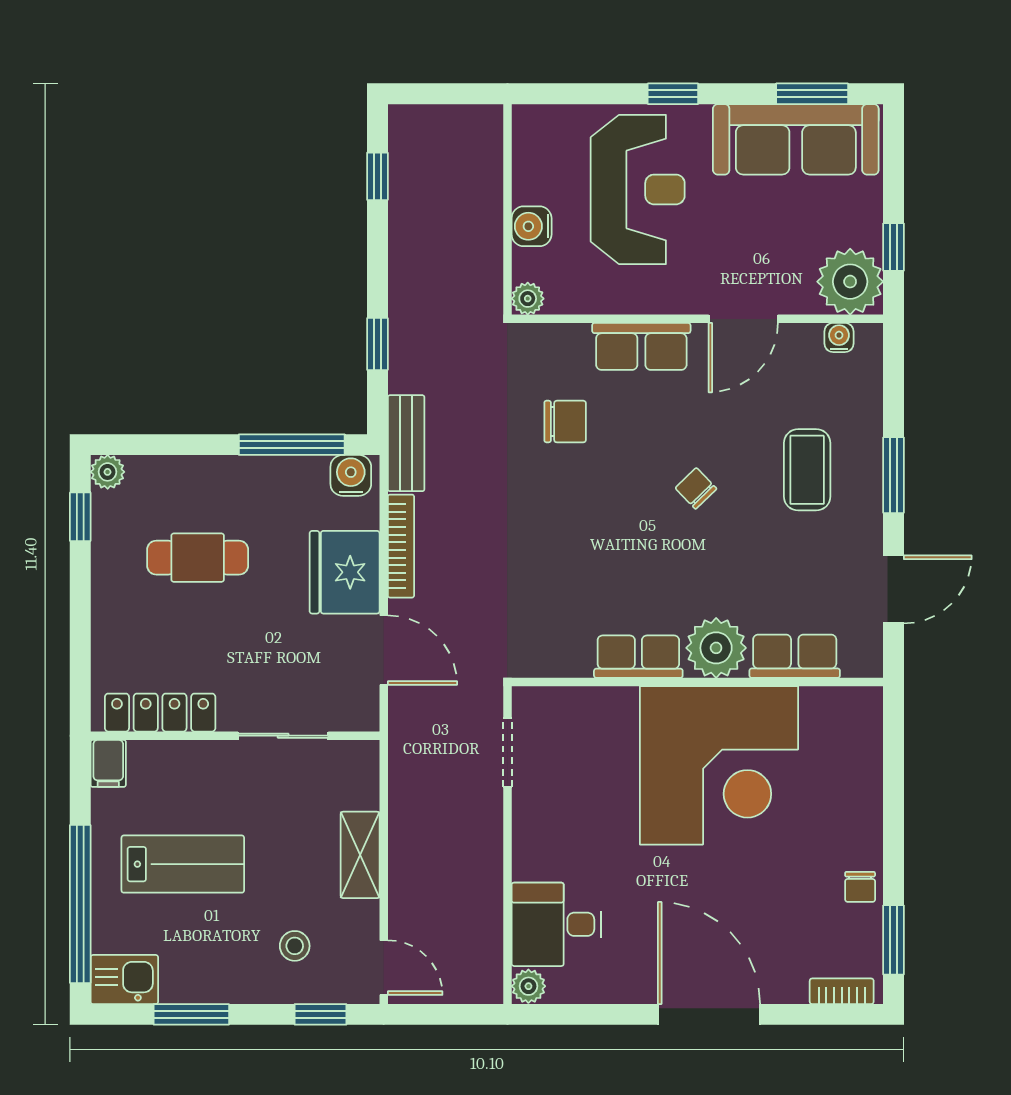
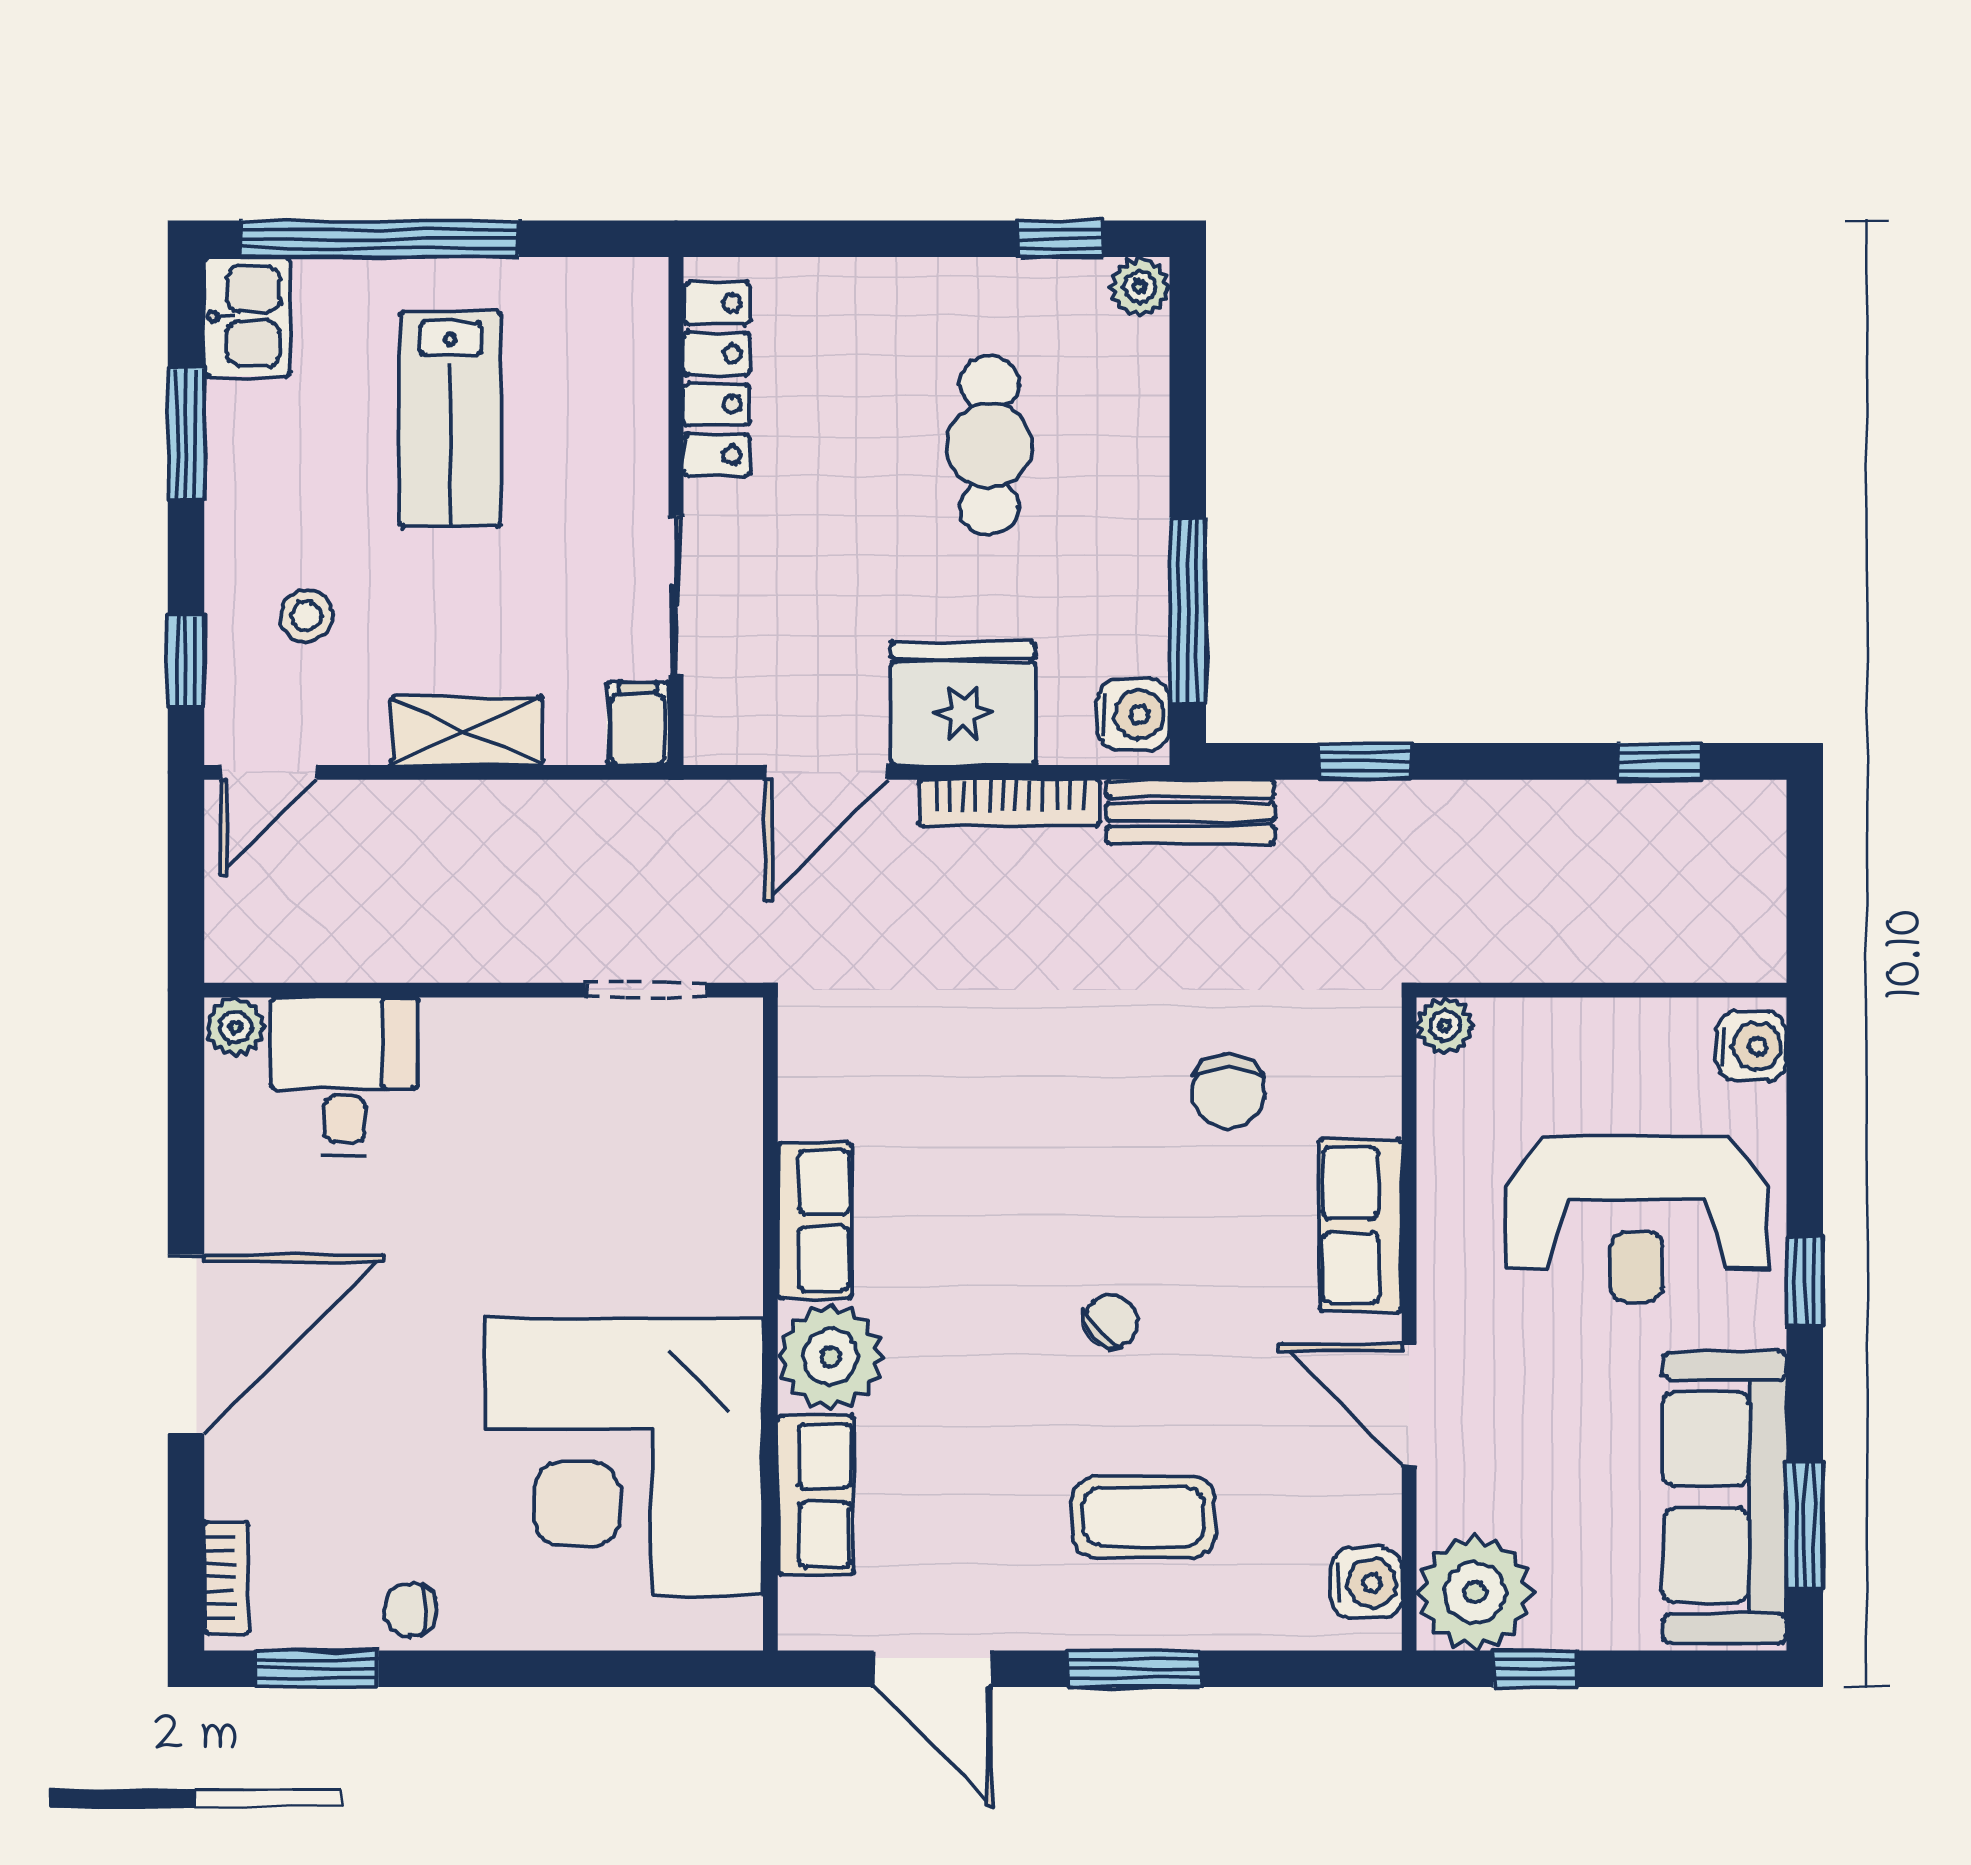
water cooler: (532, 226) -> (1752, 1046), moved, turned 90
water cooler: (839, 337) -> (1366, 1583), width x1.38, depth x1.38
filing cabinet: (108, 763) -> (638, 724), moved, turned 90
corner desk: (719, 765) -> (624, 1457), moved

